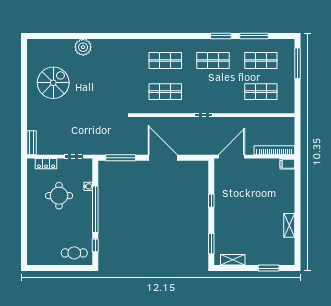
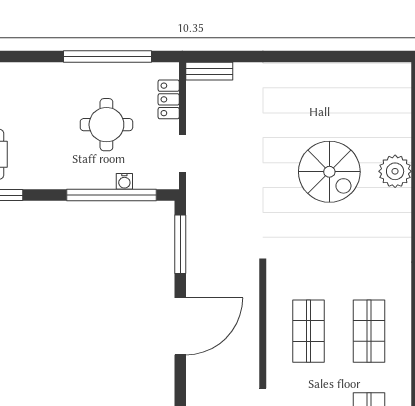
spiral stairs: (53, 83) -> (329, 172), moved
window: (24, 195) -> (108, 57), added
window: (95, 209) -> (112, 195), moved

